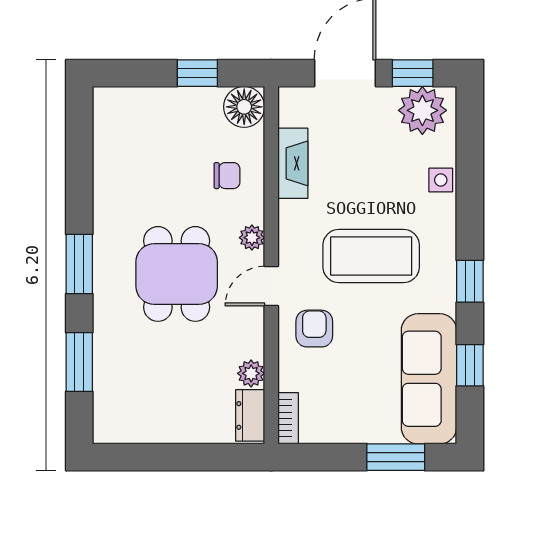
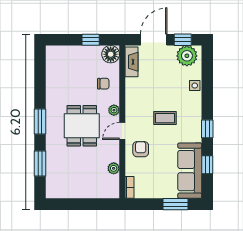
fireplace: (293, 163) -> (131, 62), moved
coffee table: (371, 256) -> (165, 118), width x0.54, depth x0.58
dresser: (250, 415) -> (113, 186), removed

